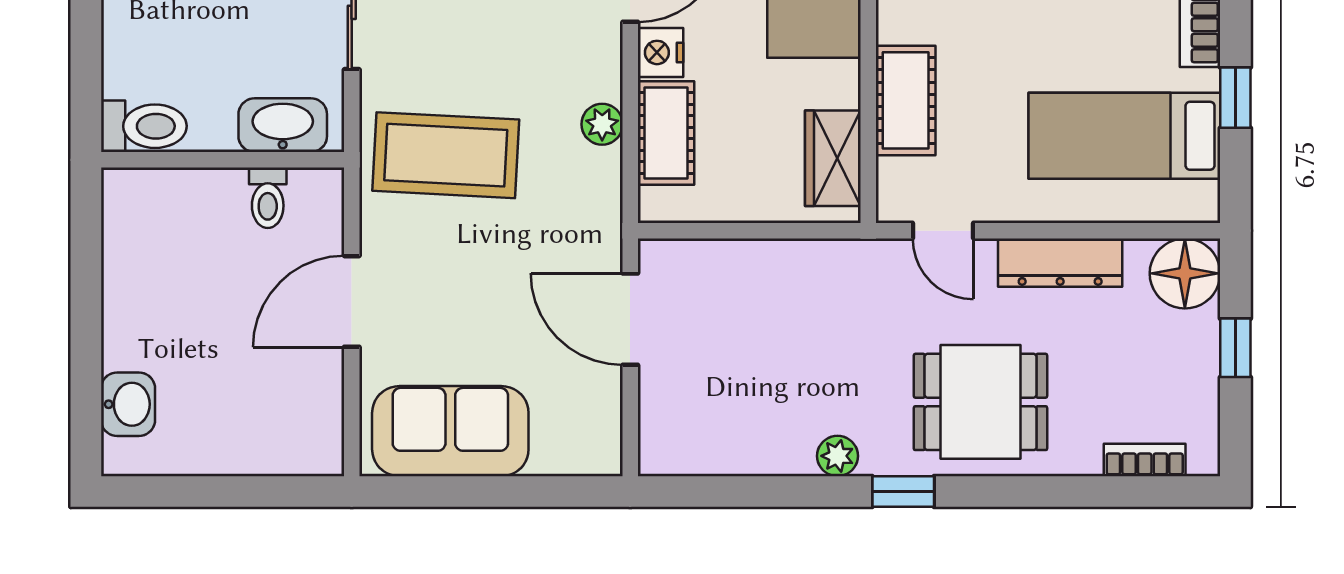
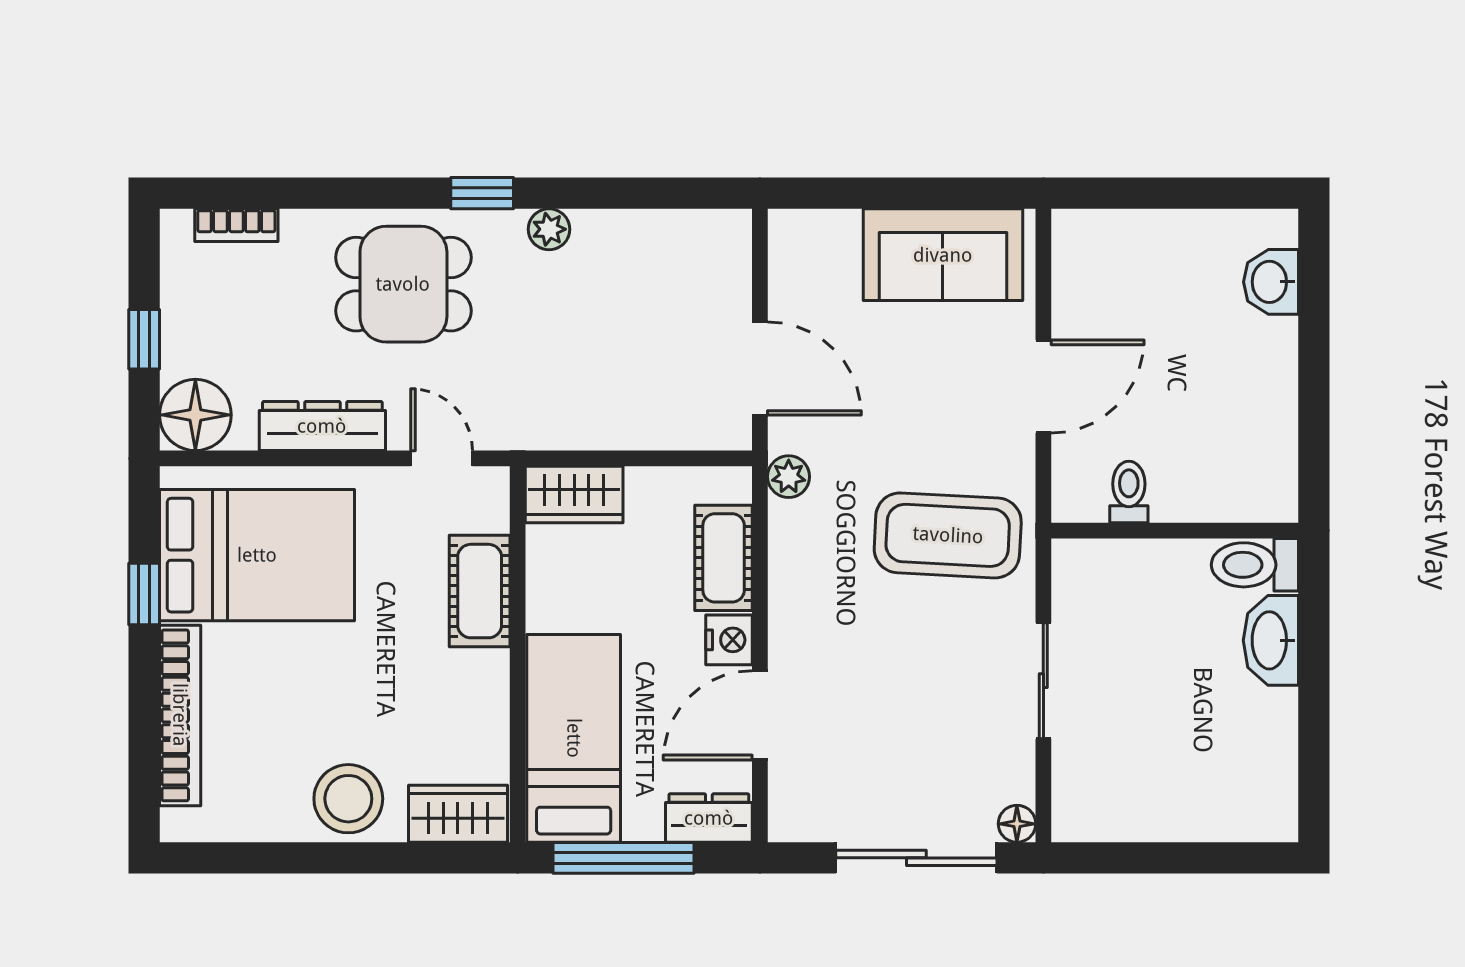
plant: (602, 124) -> (789, 477), moved
washbasin: (283, 125) -> (1271, 640), moved, turned 90
bed: (1124, 136) -> (257, 555), width x1.50
wardrobe: (833, 158) -> (574, 494), moved, turned 90

